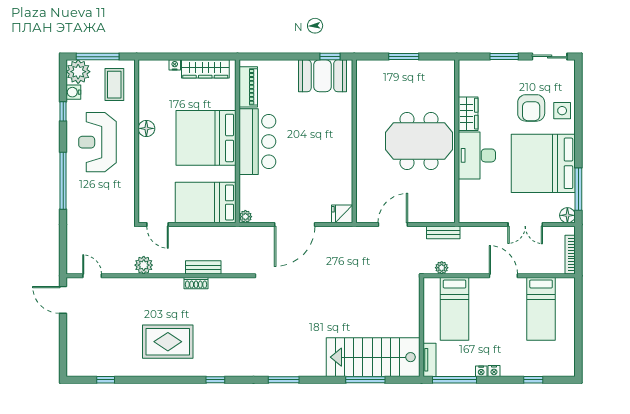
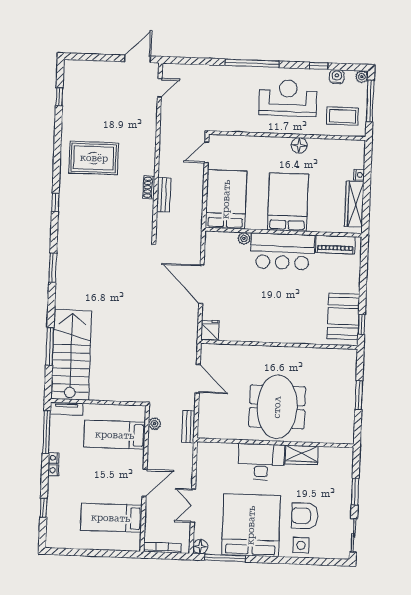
plant: (78, 72) -> (362, 77), width x0.53, depth x0.53
bed: (206, 138) -> (288, 202), width x0.73
plant: (245, 217) -> (244, 238), moved
plant: (144, 265) -> (168, 138), removed
rug: (168, 342) -> (94, 158), turned 90

